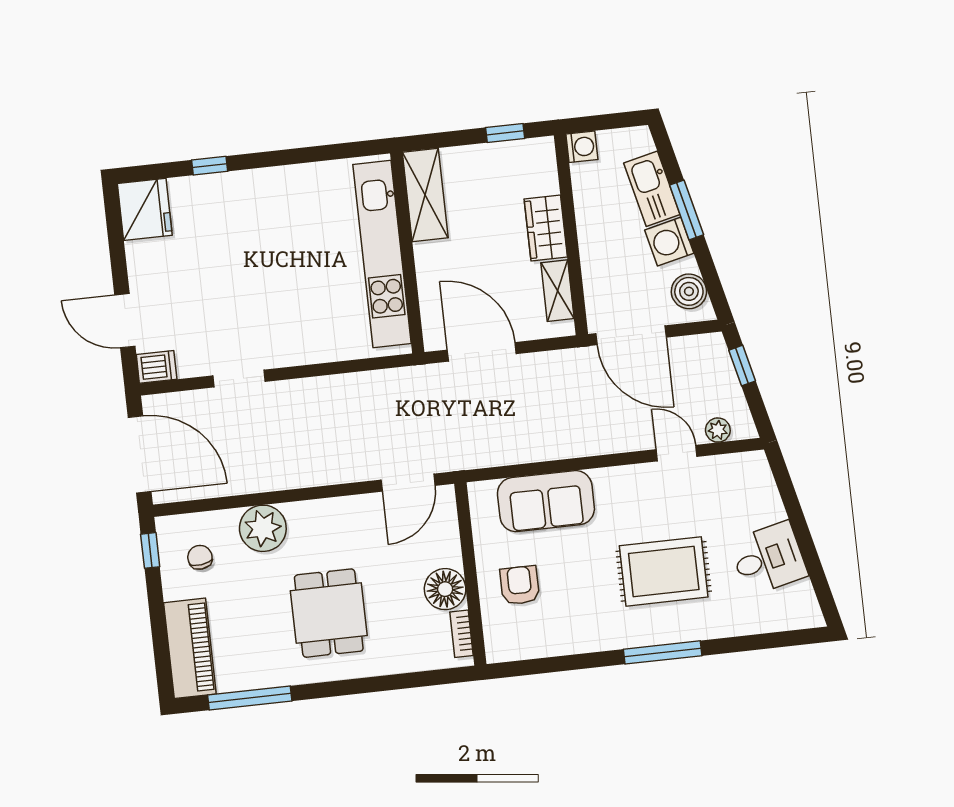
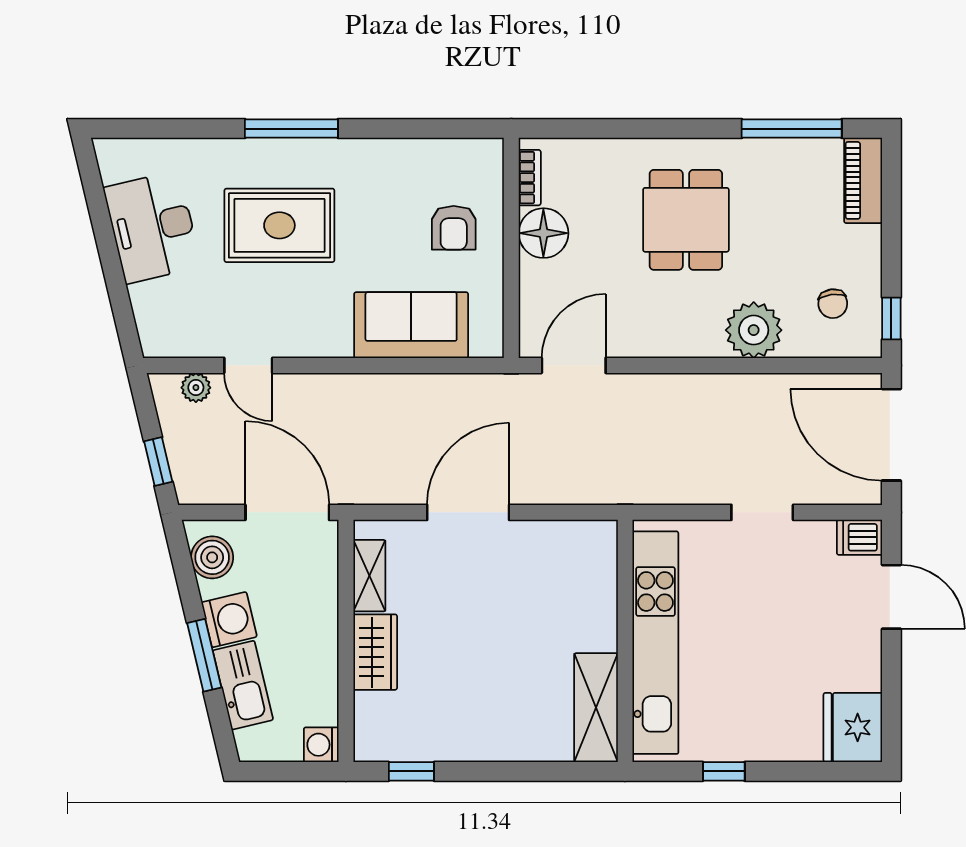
window: (210, 166) -> (724, 771), moved
shelving: (425, 195) -> (596, 708), moved
wall: (407, 253) -> (625, 641), moved
kitchen unit: (382, 254) -> (655, 643), moved
door: (482, 352) -> (468, 512), swing flipped
desk: (768, 558) -> (152, 227), width x1.37
piano: (190, 648) -> (863, 180), width x0.73, depth x0.75

